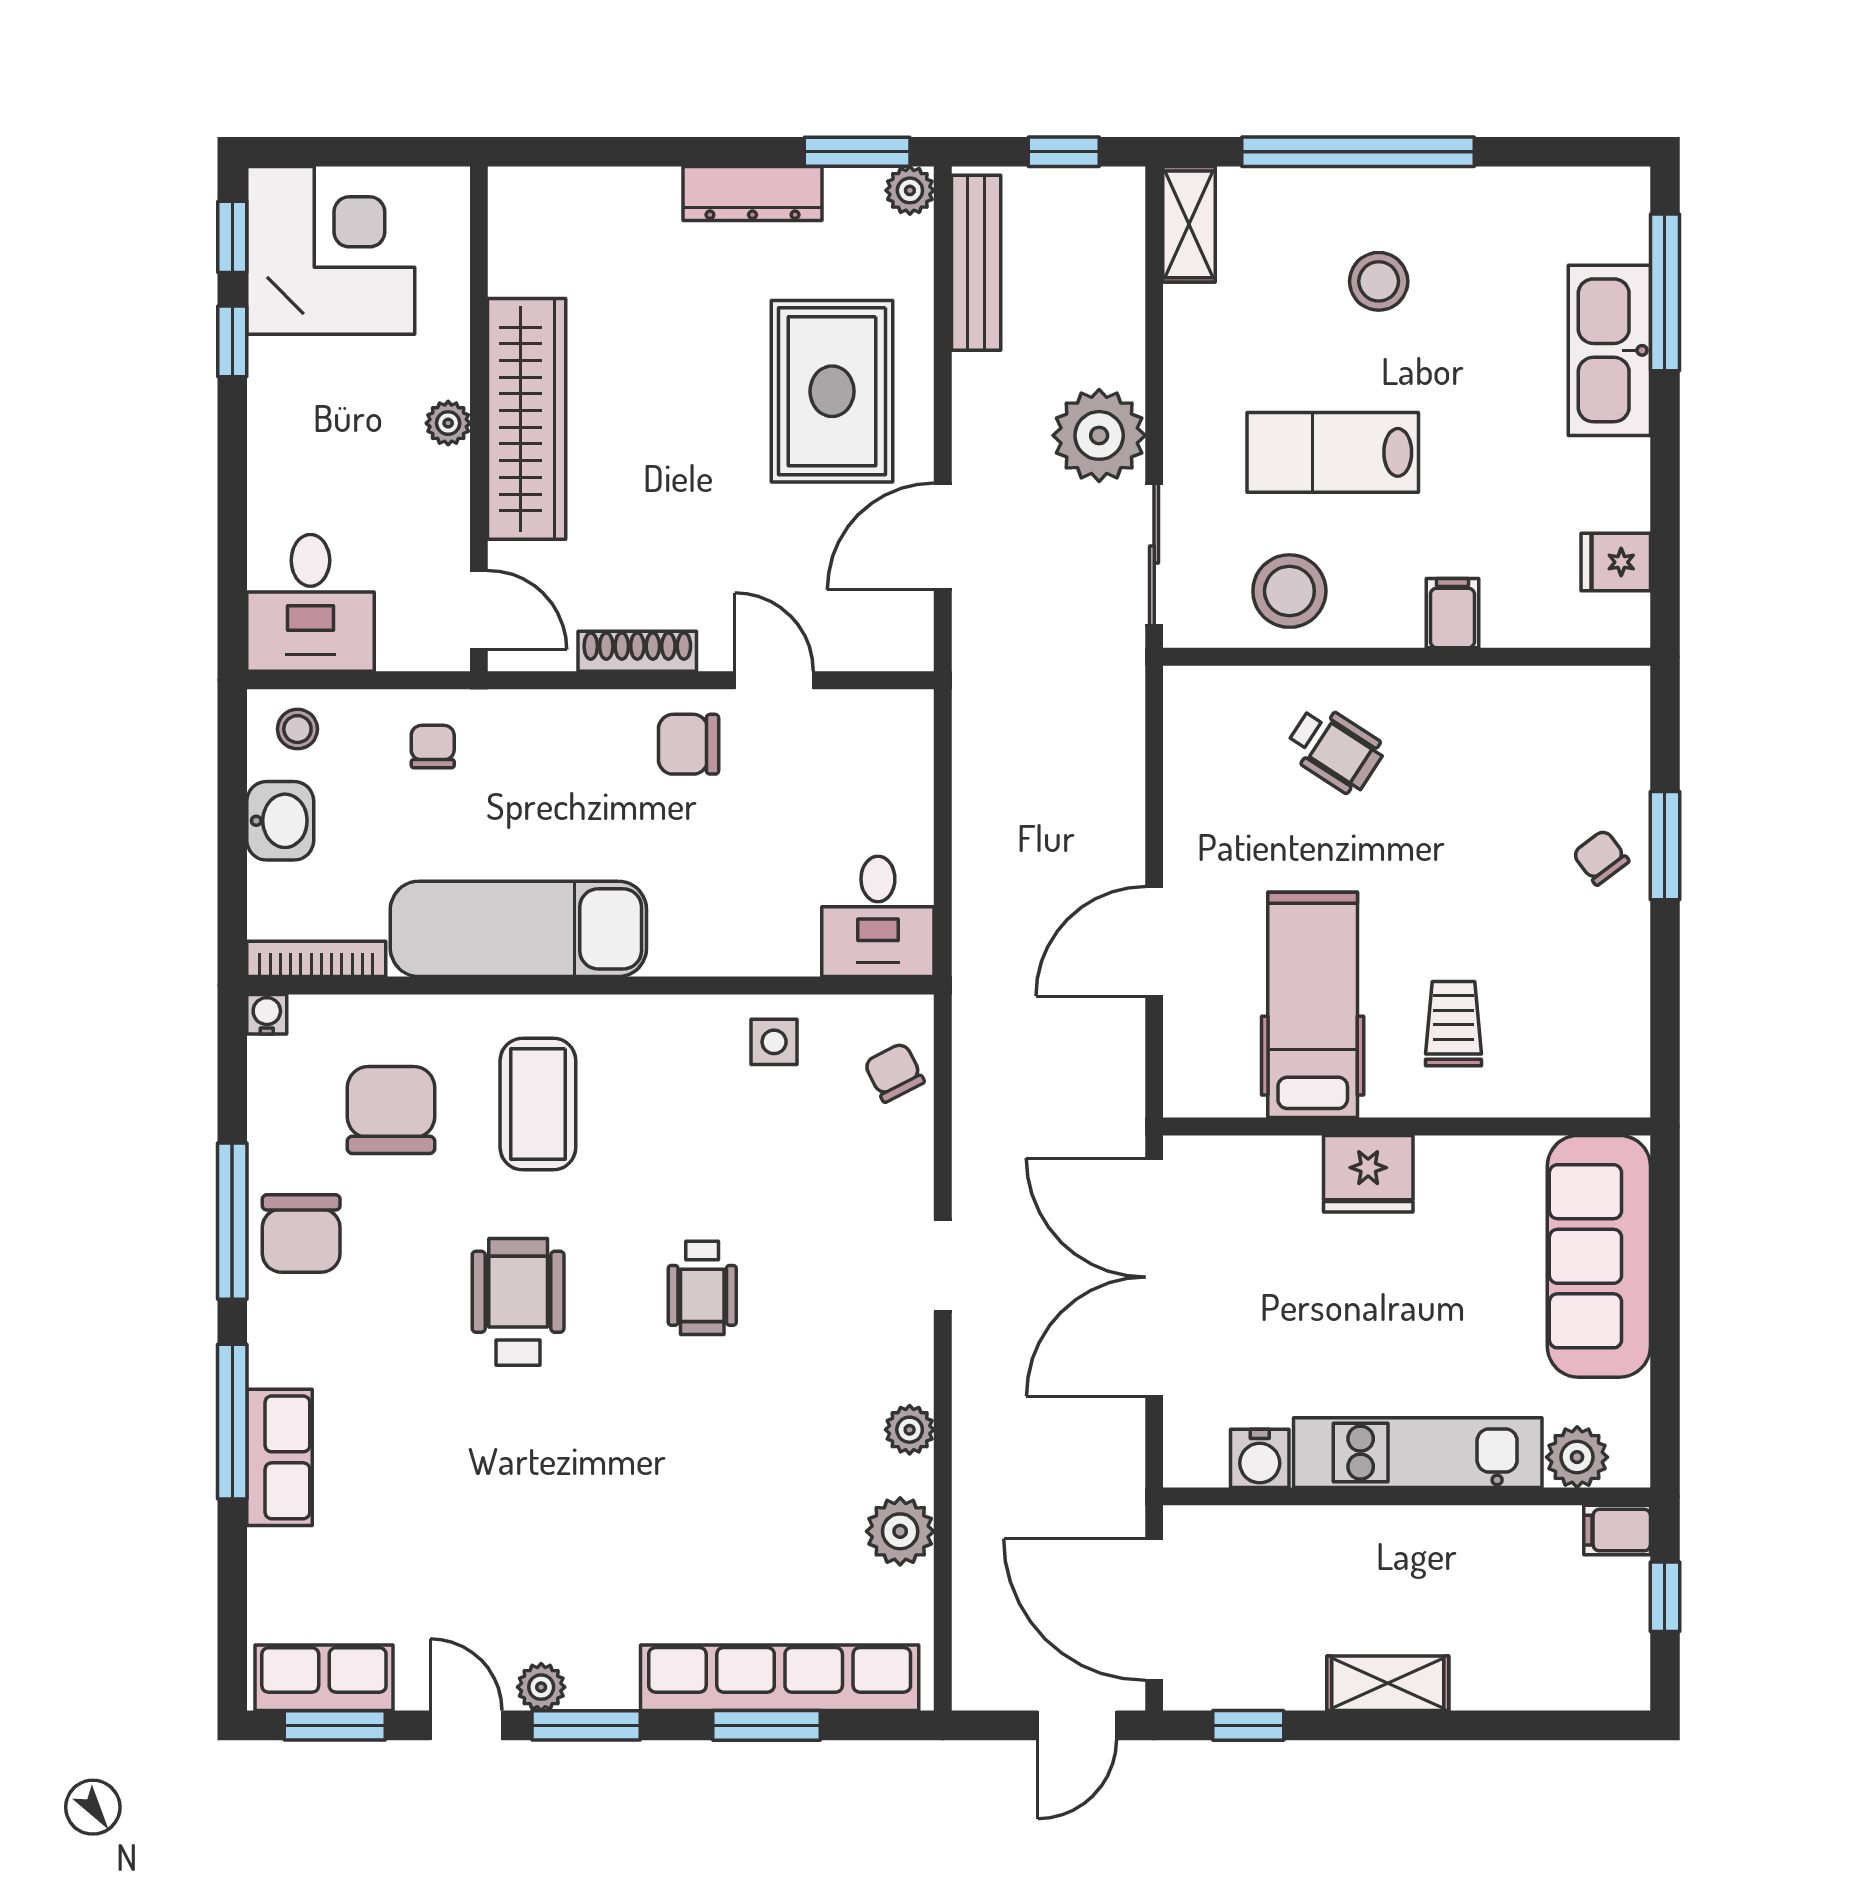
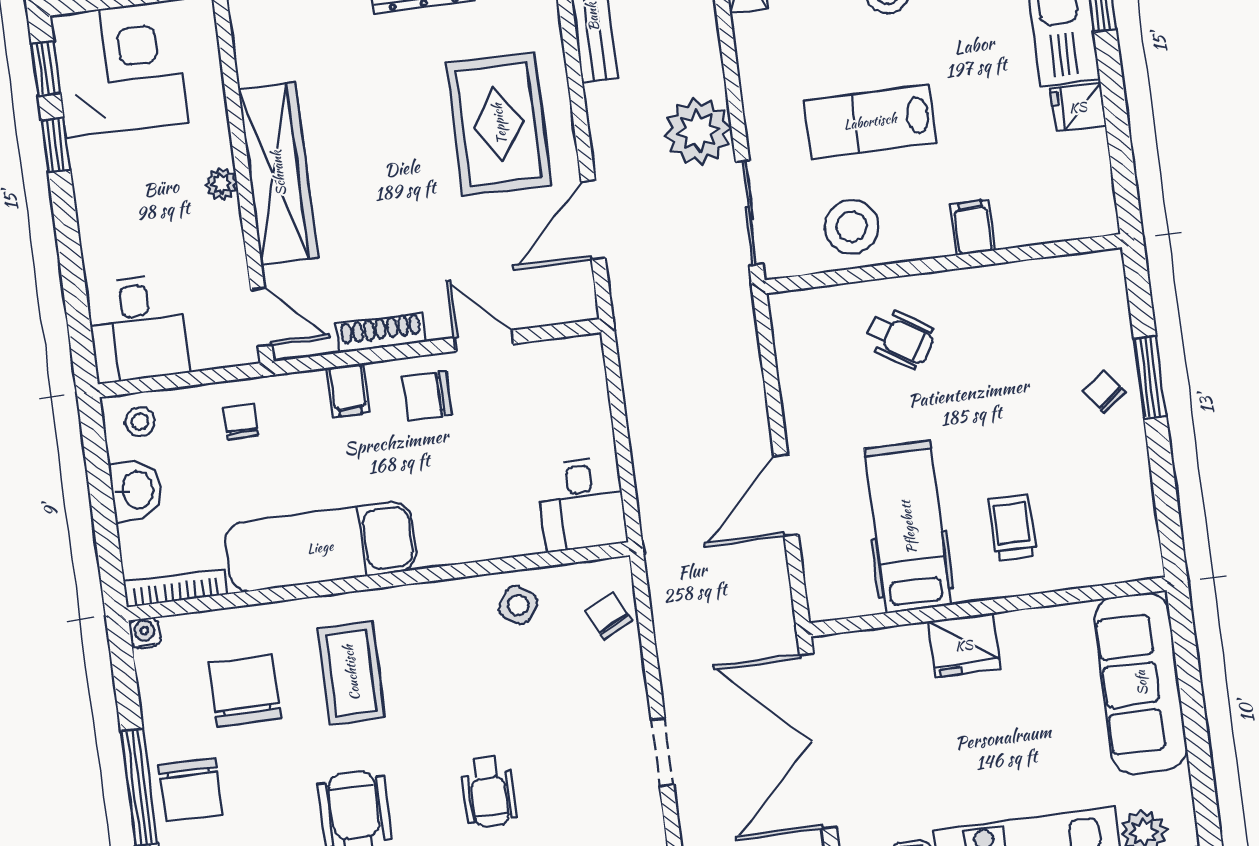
fridge: (1616, 562) -> (1078, 107), moved
filing cabinet: (583, 723) -> (348, 390), added
side table: (774, 1042) -> (518, 605), turned 33

